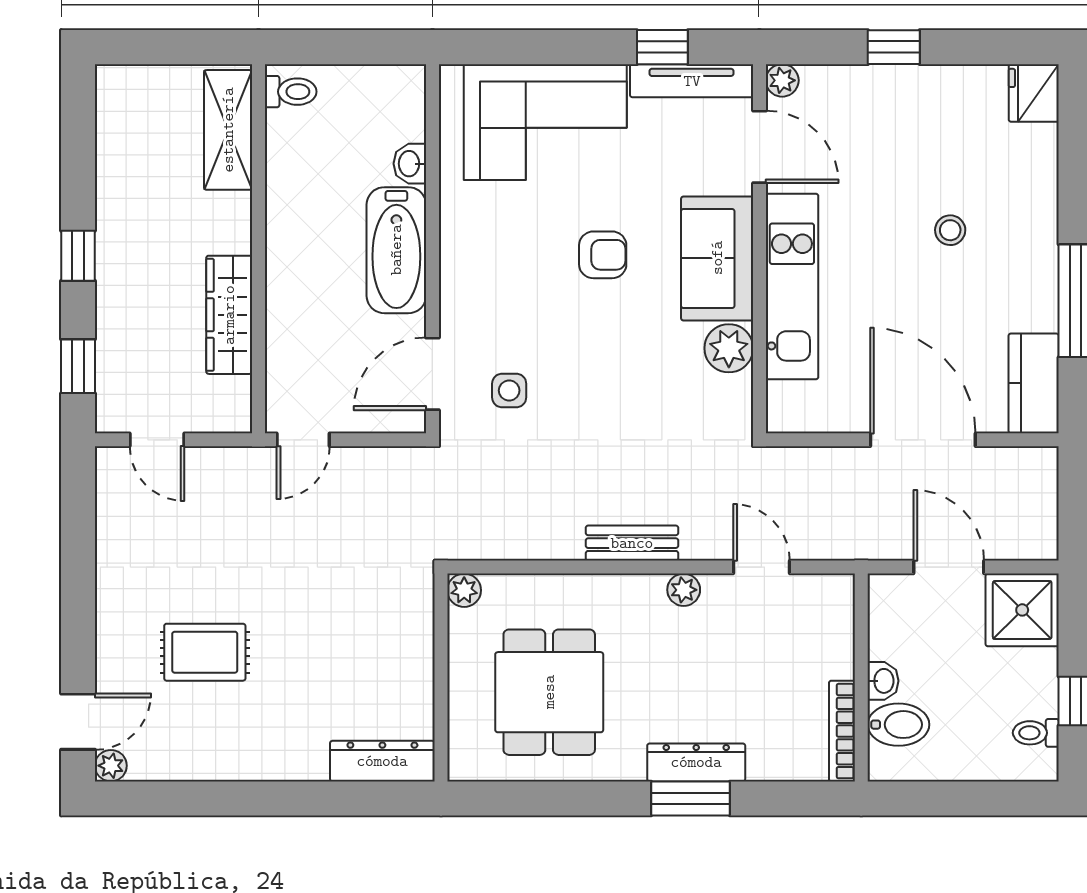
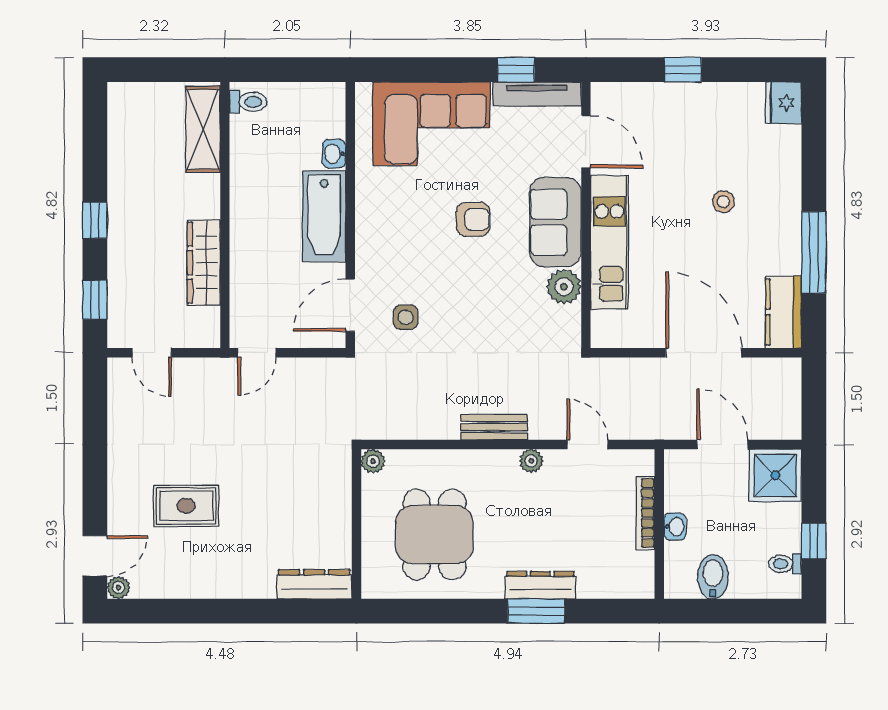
plant: (782, 80) -> (602, 94), removed
bidet: (898, 725) -> (713, 577), moved, turned -90
bookcase: (842, 731) -> (645, 513), moved

